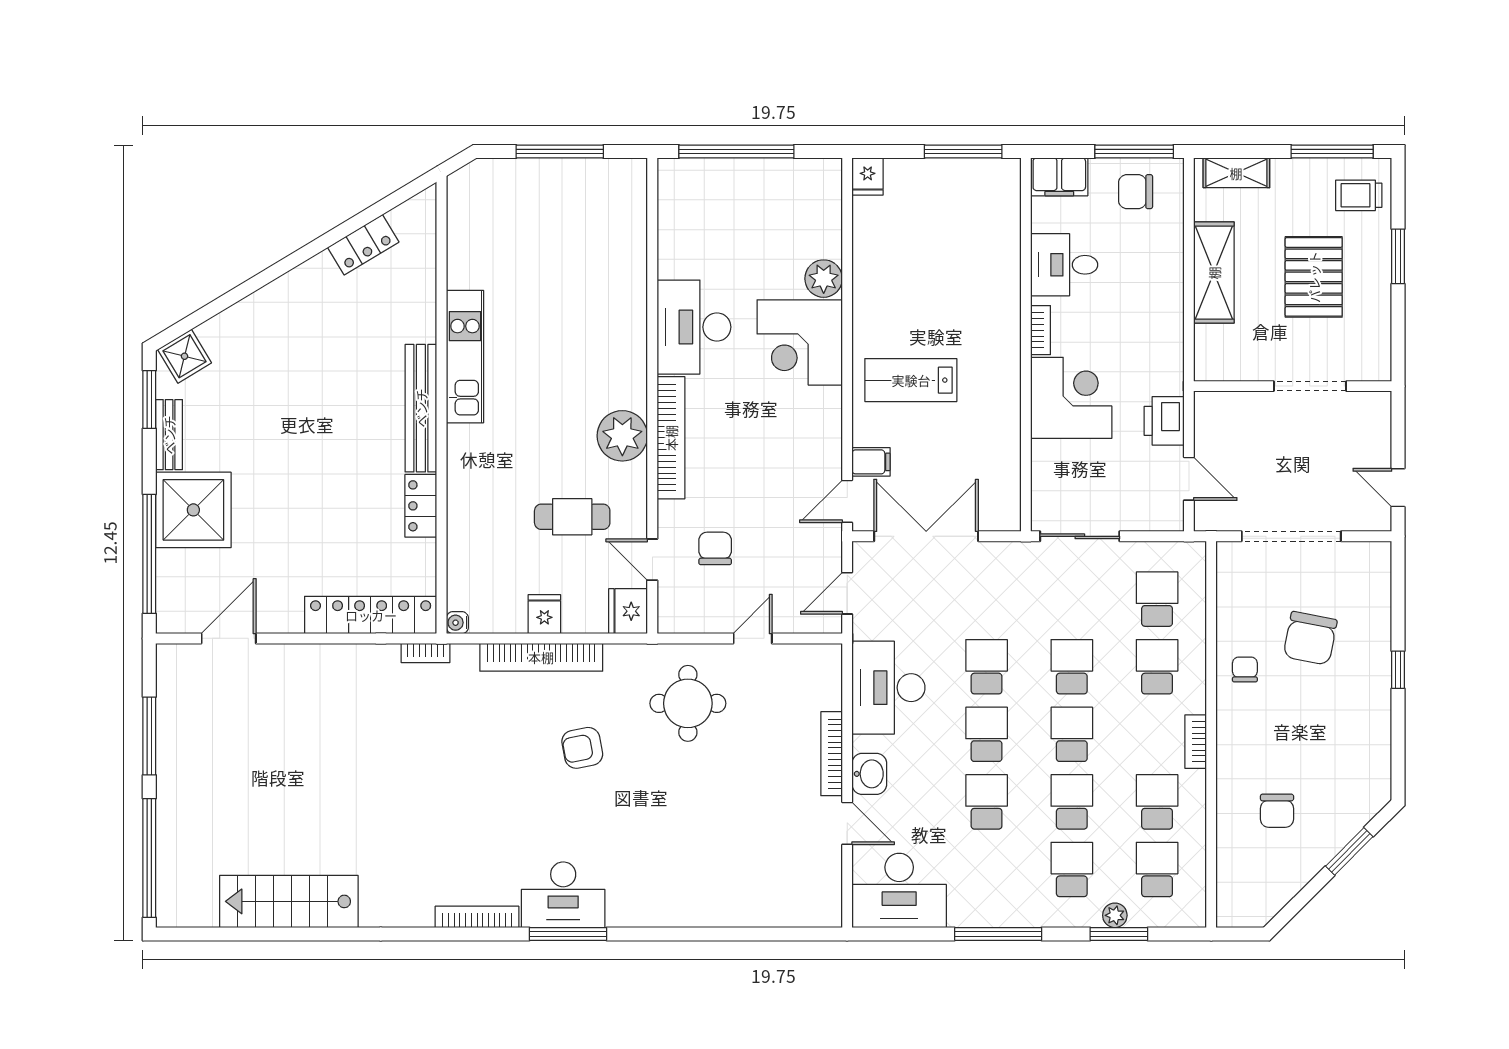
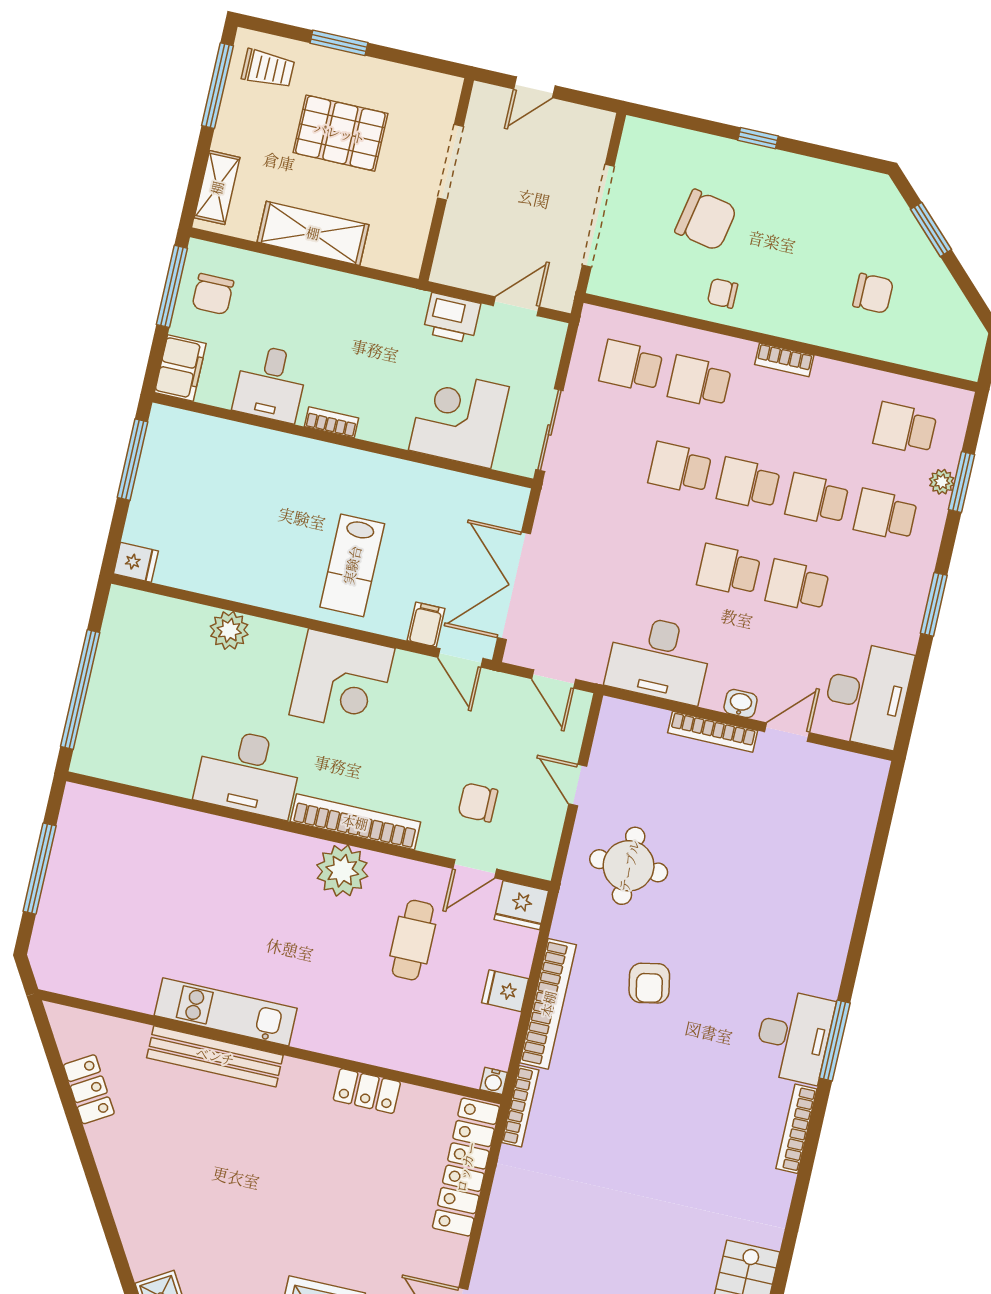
trolley: (1359, 195) -> (268, 69), turned -90
corner desk: (800, 342) -> (342, 681), moved
corner desk: (1071, 398) -> (459, 418), moved
bench: (421, 408) -> (215, 1056), moved
door: (1398, 488) -> (534, 87), moved
bookcase: (426, 653) -> (520, 1106), width x1.56
school desk: (987, 667) -> (660, 555), removed
washbasin: (869, 774) -> (741, 704), width x0.72, depth x0.69
school desk: (1157, 802) -> (836, 413), removed
window: (998, 934) -> (934, 604), width x0.69

